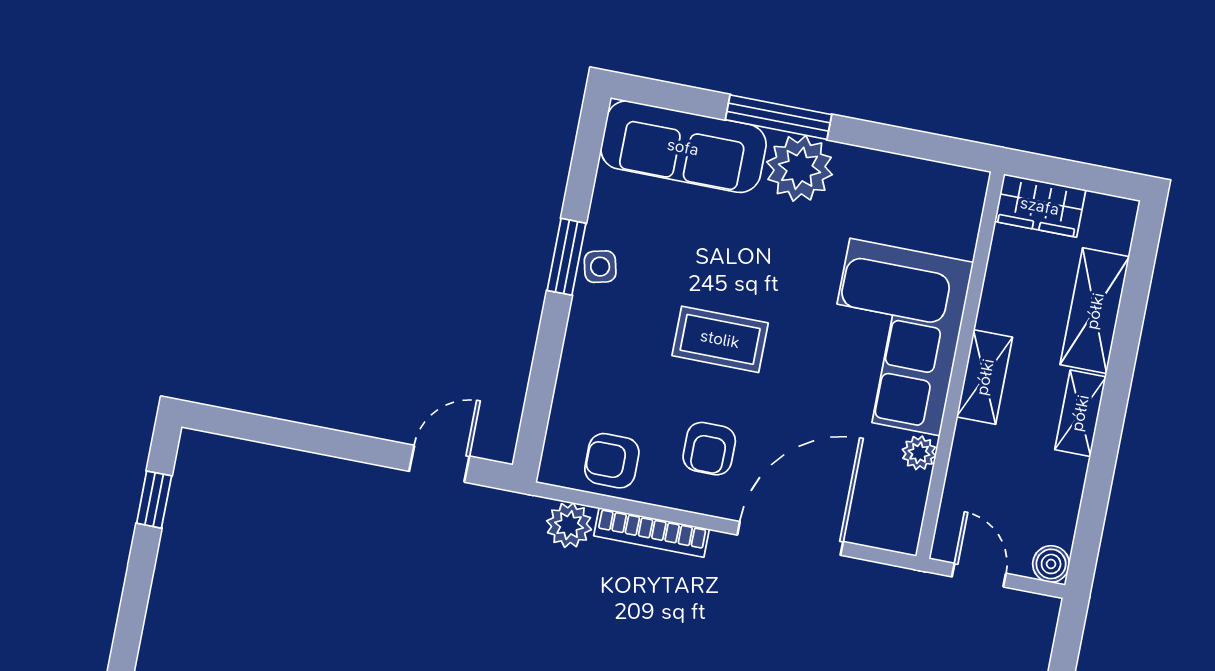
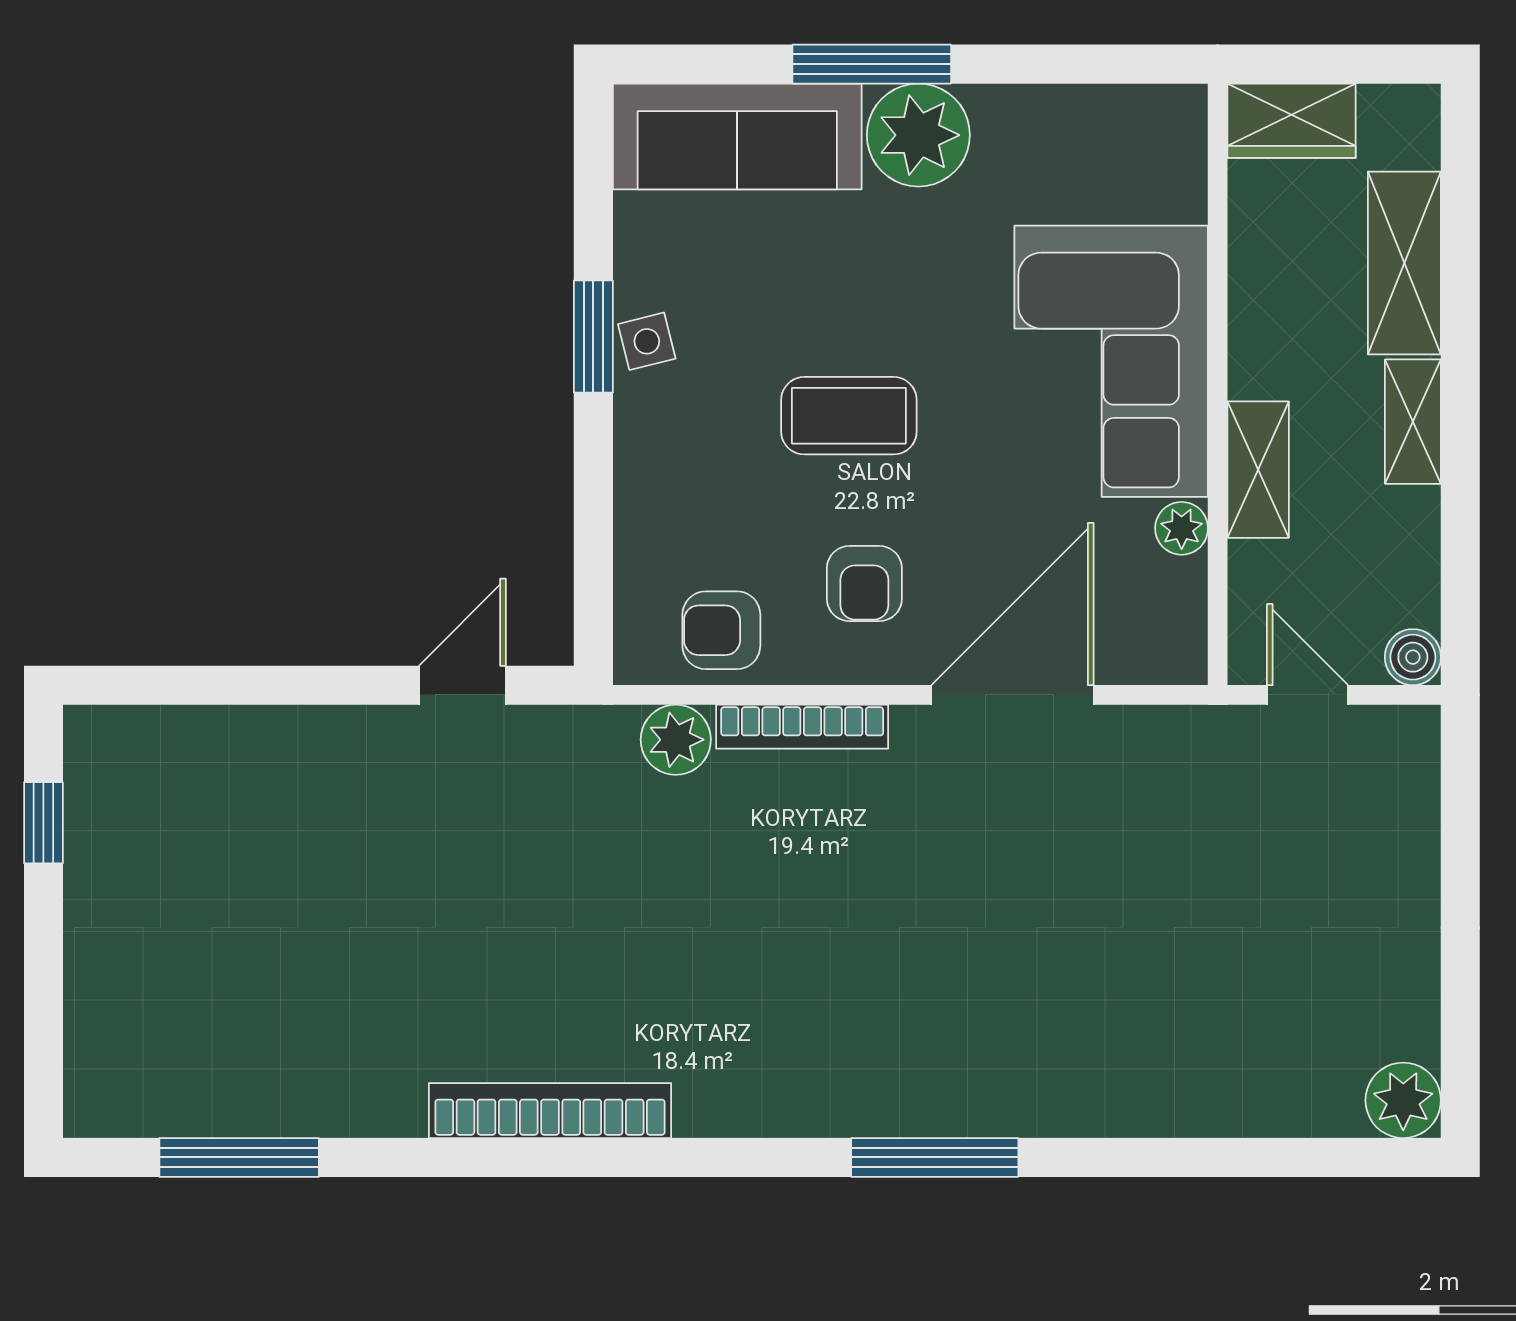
shelving: (985, 377) -> (1258, 470), moved

